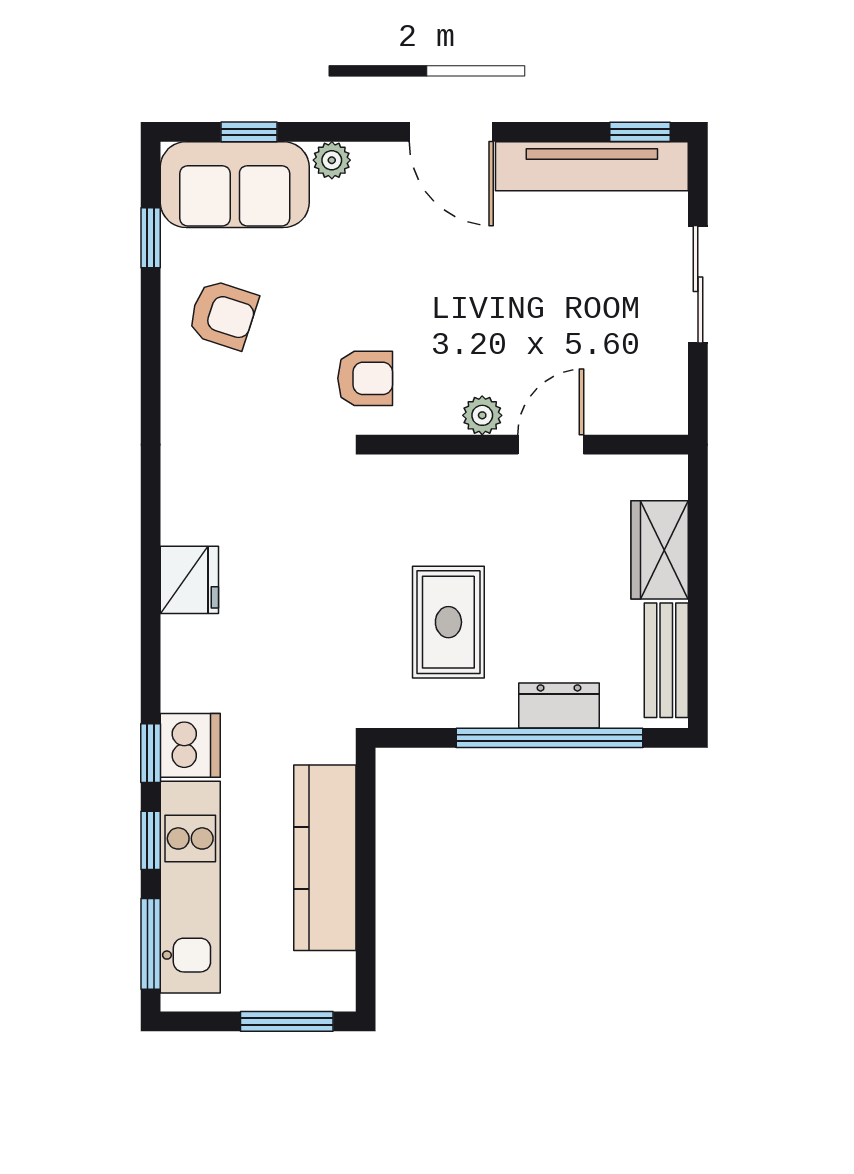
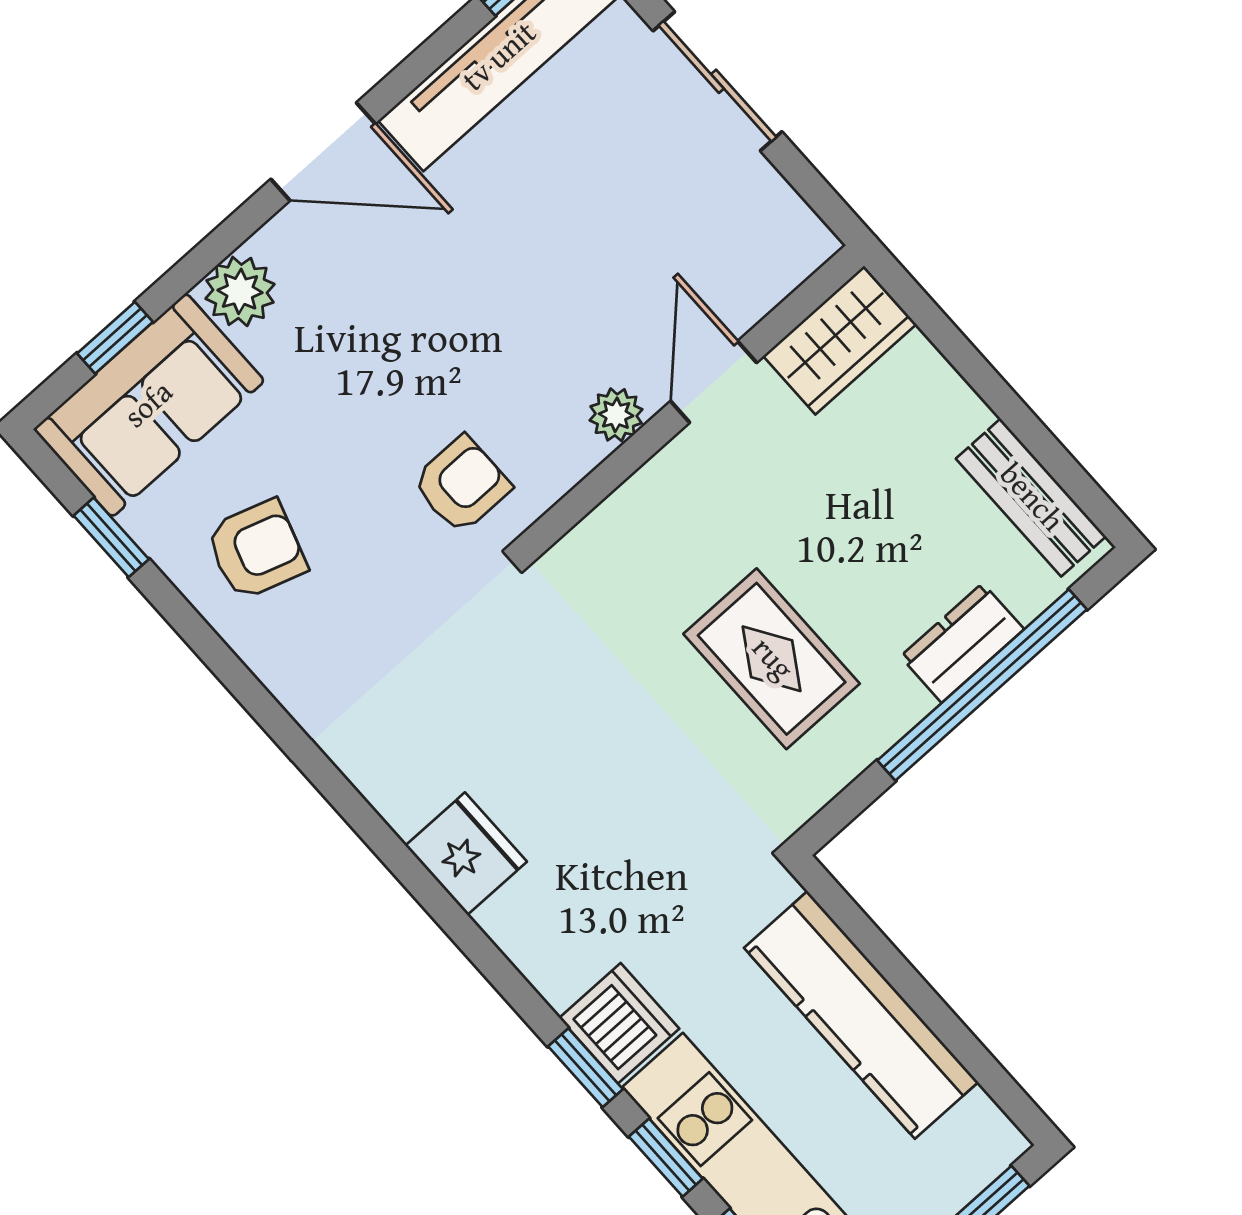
plant: (332, 160) -> (240, 291), width x1.38, depth x1.38
wardrobe: (660, 550) -> (840, 340), moved, turned -90

